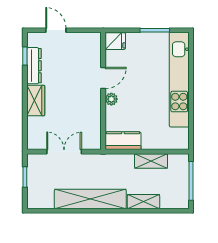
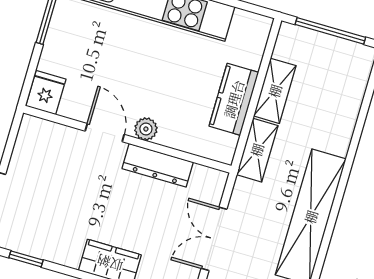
dresser: (34, 66) -> (158, 165), moved, turned 180
kitchen counter: (123, 141) -> (234, 99), moved
shelving: (144, 202) -> (257, 150), moved

